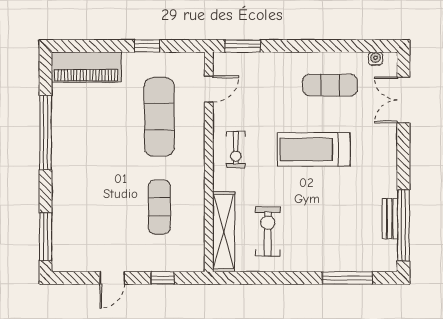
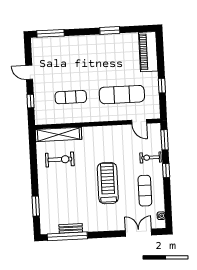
window: (297, 46) -> (166, 171), added
window: (46, 133) -> (110, 30), width x0.47
exercise bike: (236, 150) -> (151, 157), moved
window: (347, 278) -> (36, 206), width x0.69

